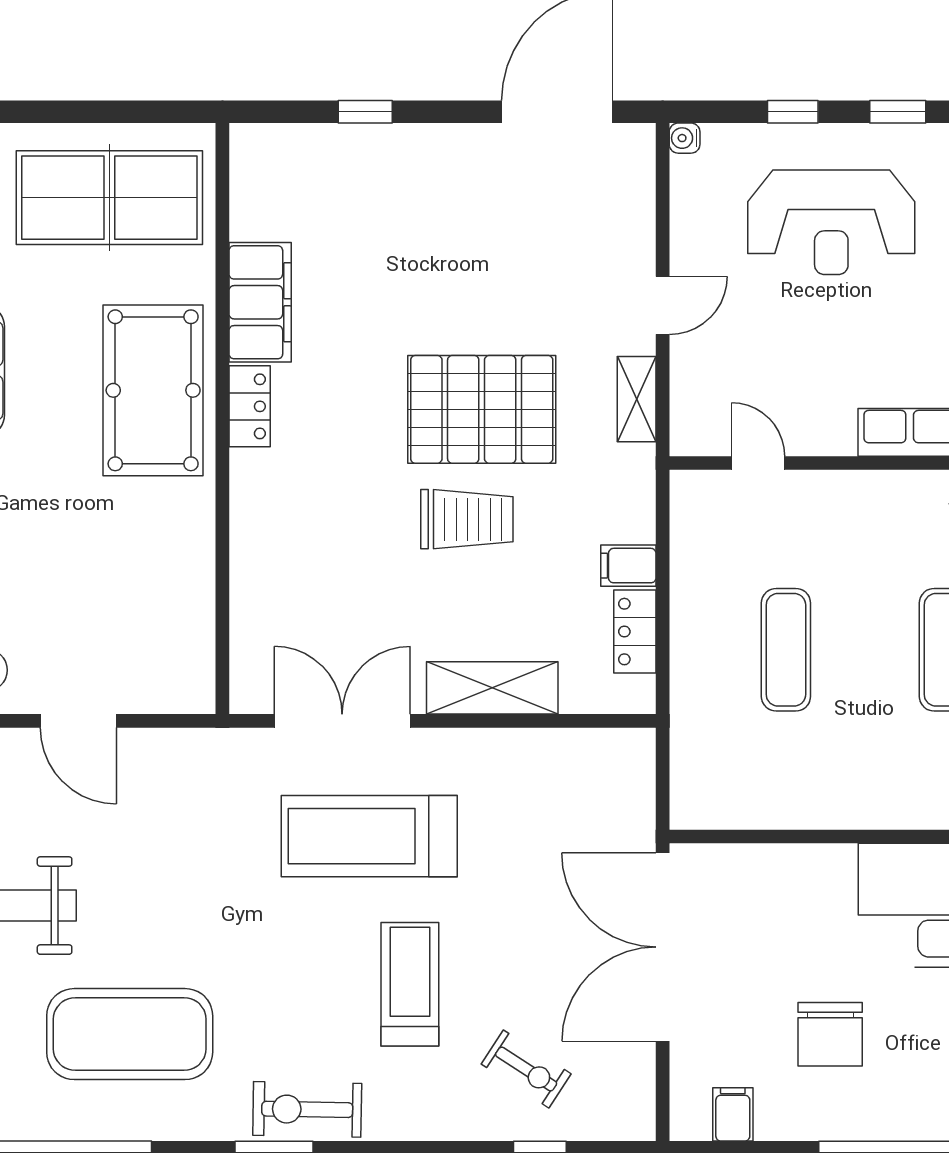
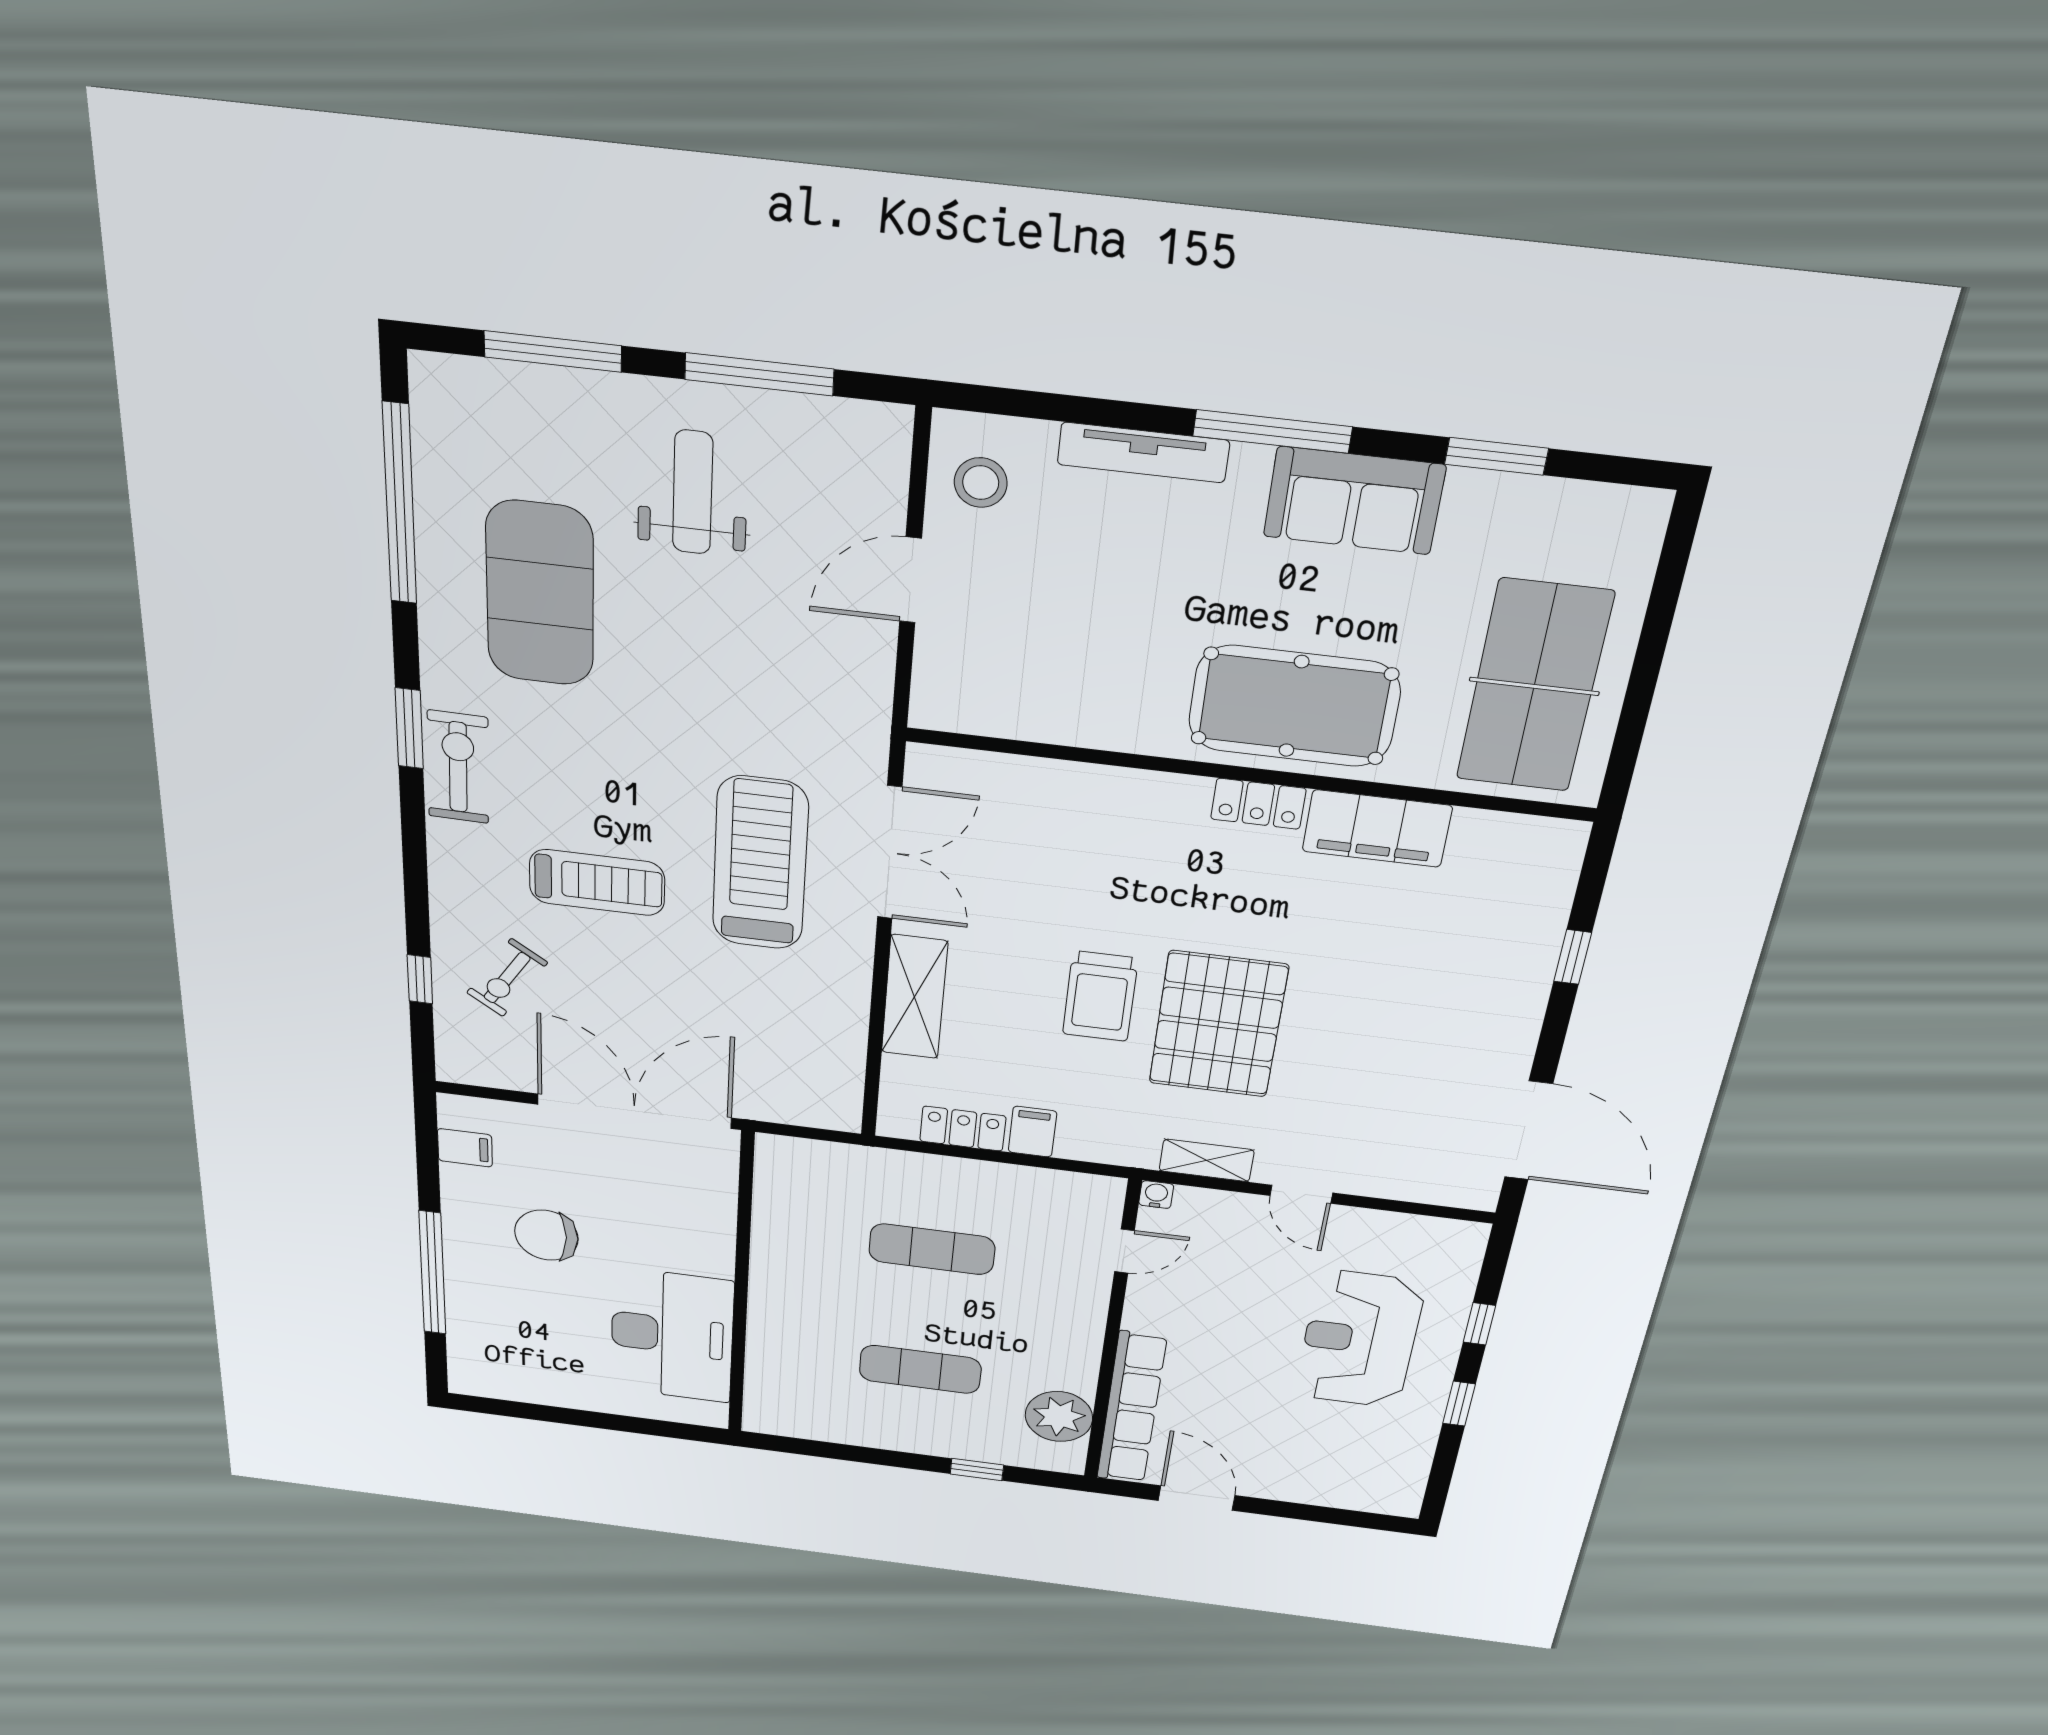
water cooler: (685, 138) -> (1156, 1195), moved

